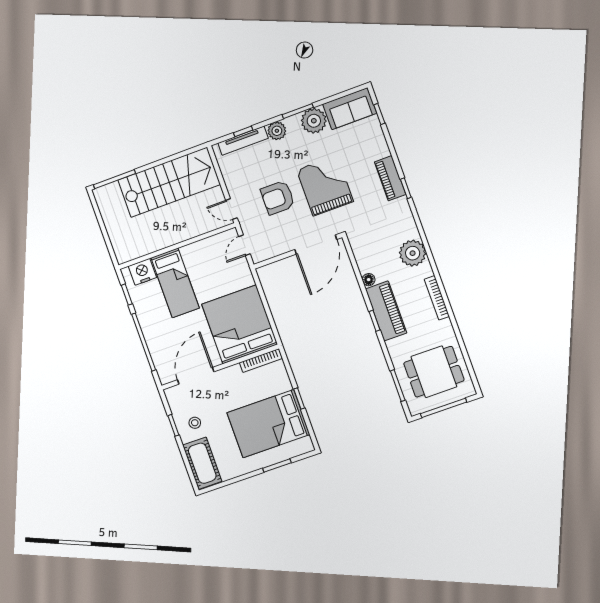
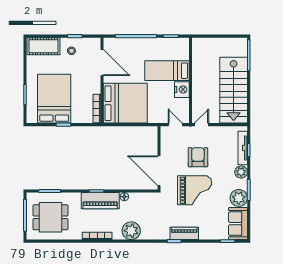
nightstand: (142, 272) -> (182, 90), moved
dining table: (434, 372) -> (50, 217), turned 90

